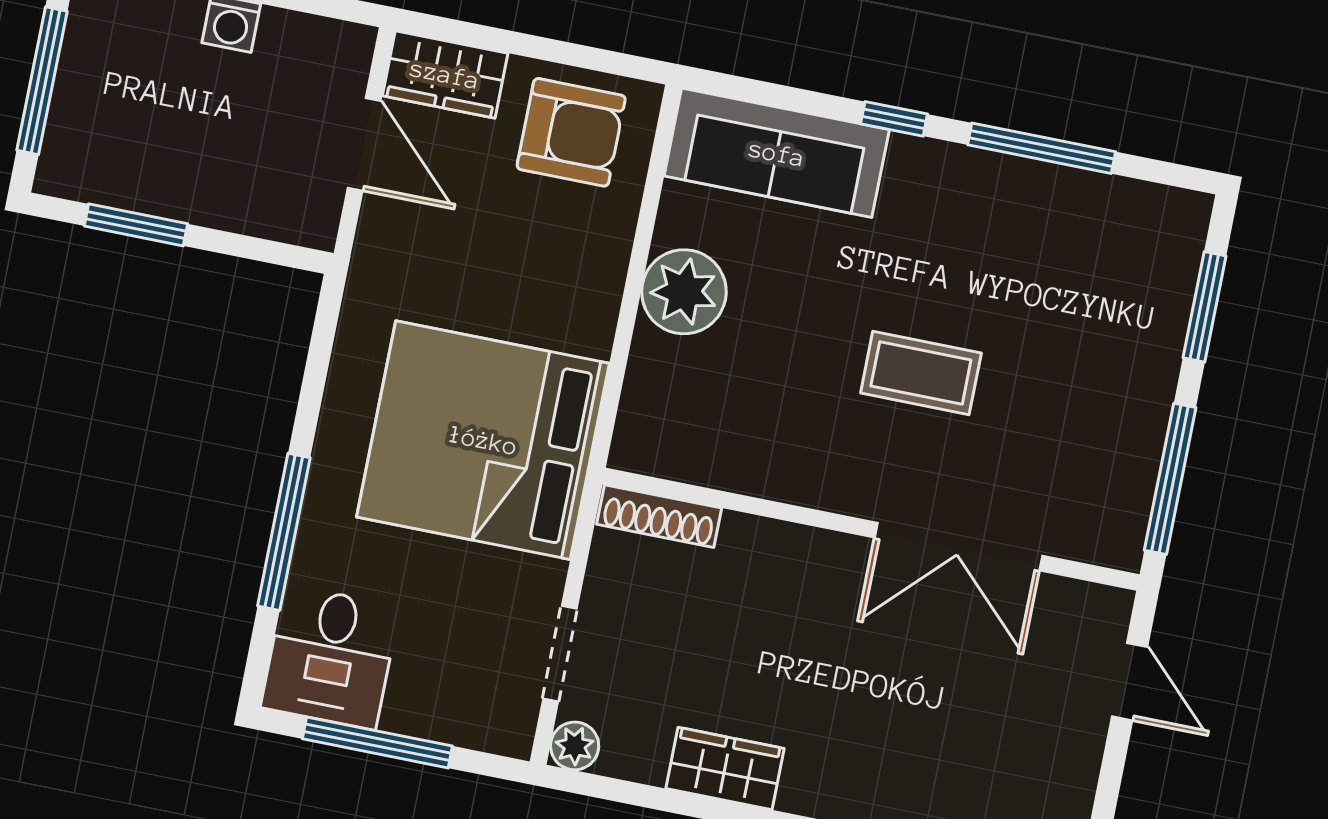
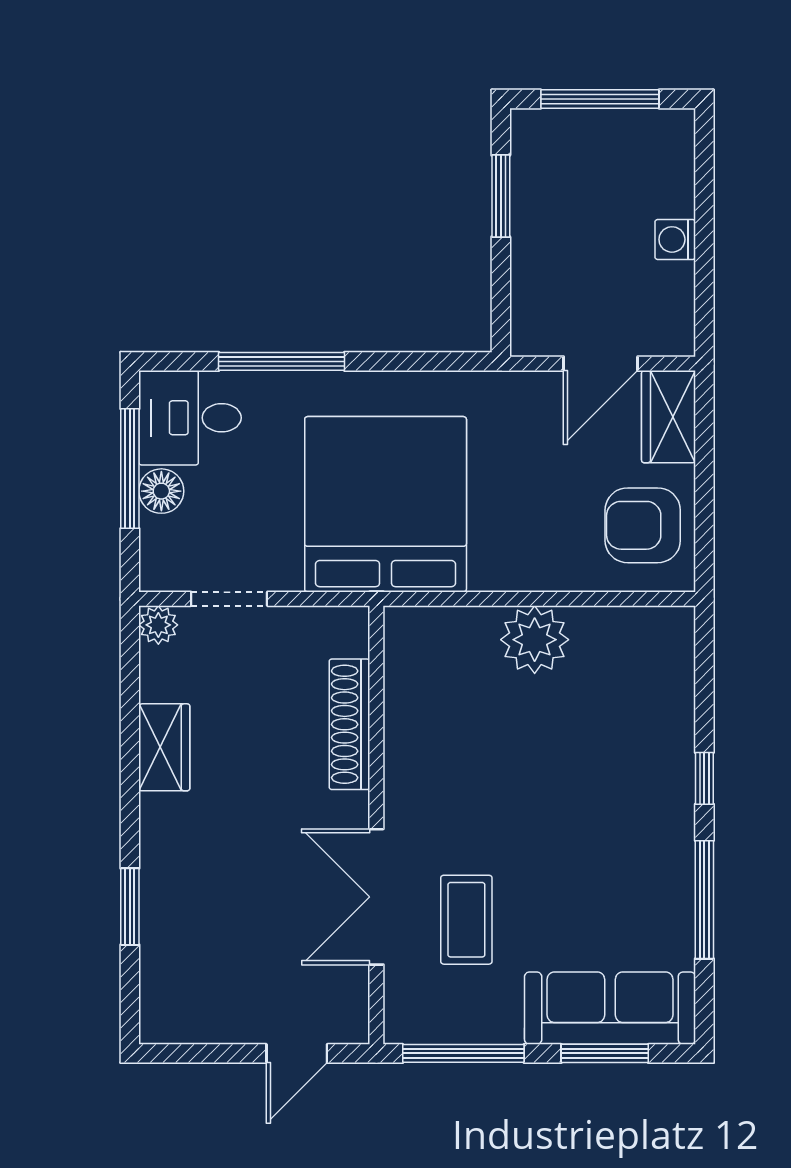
armchair: (571, 132) -> (643, 525), turned 90
sofa: (777, 153) -> (610, 1008), moved, turned 90
coffee table: (921, 373) -> (466, 920), moved
shoe rack: (659, 516) -> (349, 724), moved, width x1.36, depth x1.24
floor lamp: (412, 710) -> (161, 491), added

